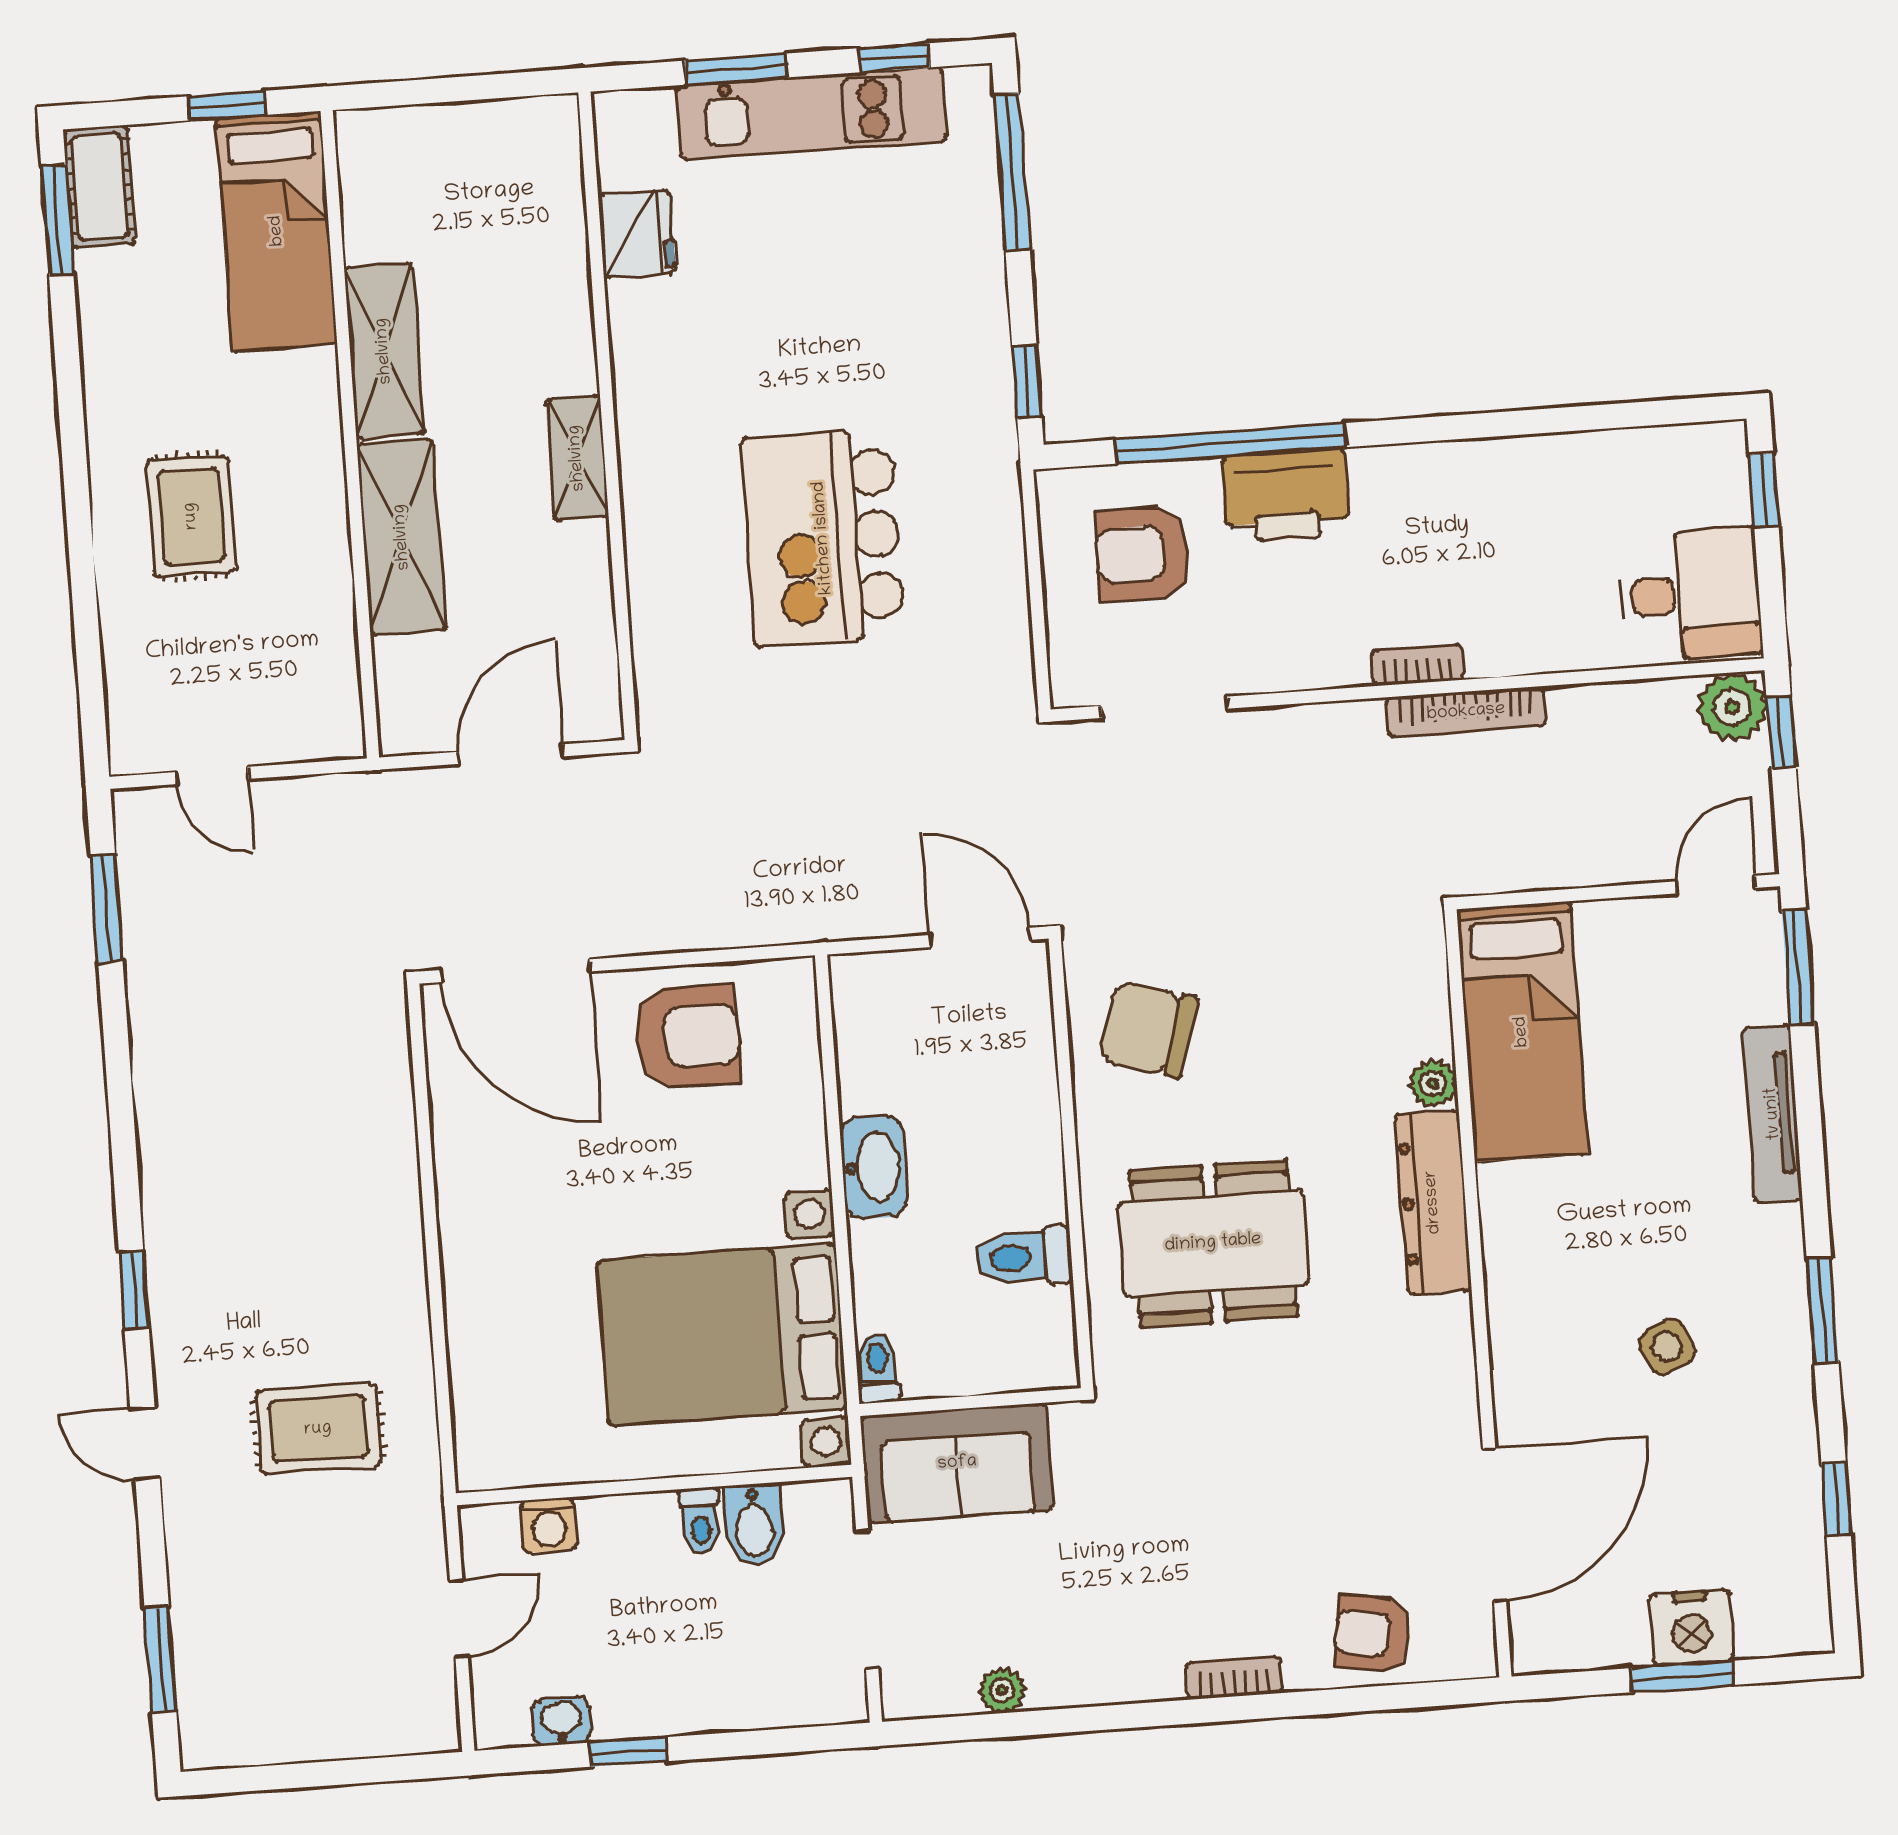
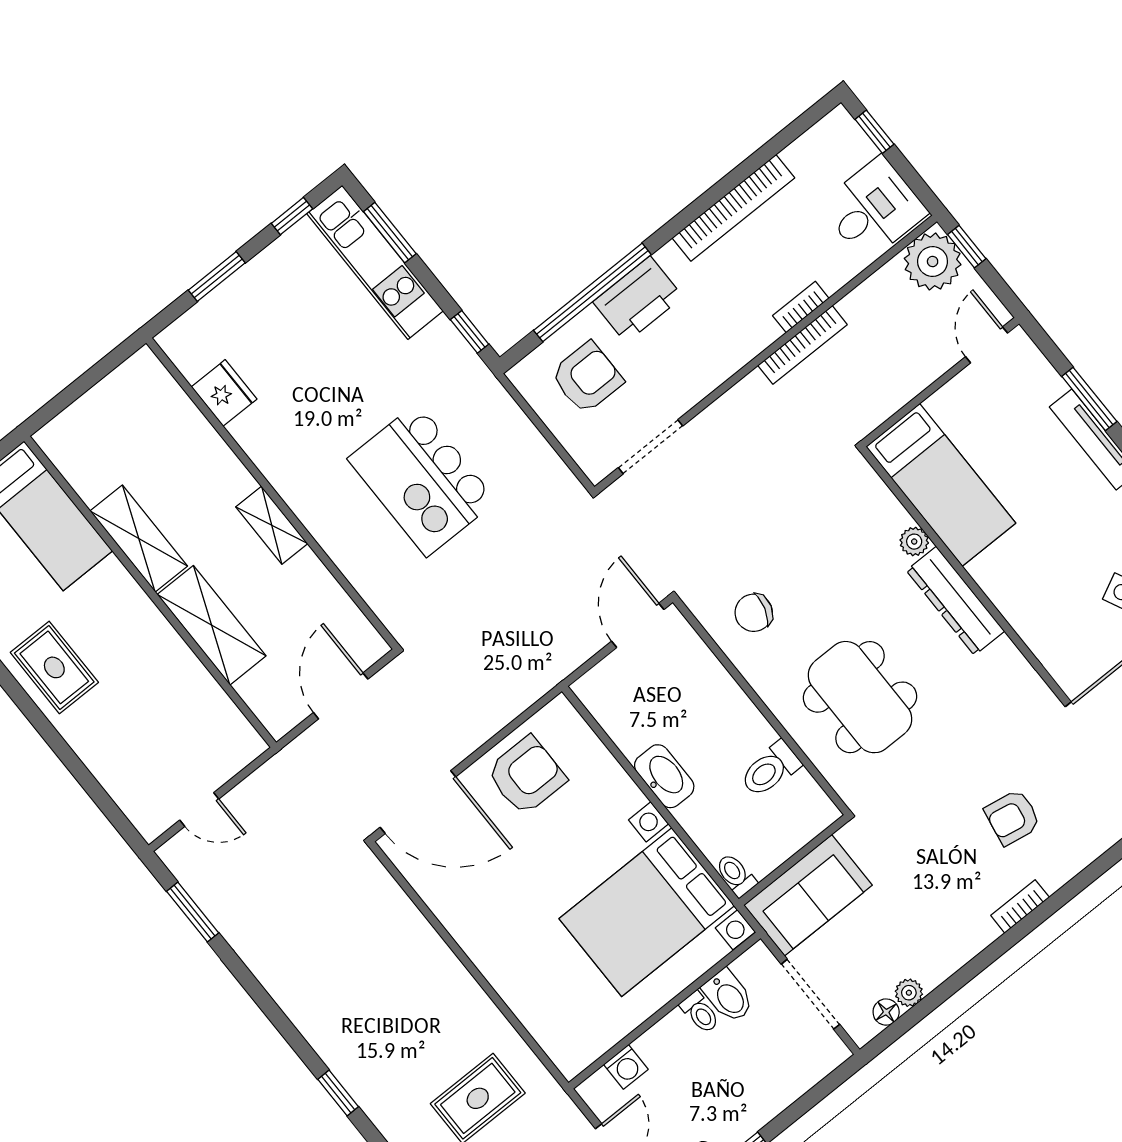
kitchen unit: (812, 113) -> (375, 262), moved, turned 90
window: (1012, 172) -> (390, 233), width x0.69
bookcase: (1501, 461) -> (733, 208), added
rug: (191, 516) -> (54, 667), moved
armchair: (1143, 554) -> (587, 378), turned 180
bookcase: (1417, 665) -> (801, 307), moved
plant: (1733, 707) -> (933, 261), width x1.36, depth x1.36
door: (979, 937) -> (638, 625), hinge flipped
window: (1798, 967) -> (1089, 399), moved
chair: (1149, 1029) -> (754, 613), width x0.73, depth x0.73
dining table: (1213, 1243) -> (860, 697), turned 90
armchair: (1373, 1634) -> (1013, 817), moved
floor lamp: (953, 1695) -> (886, 1012), added

